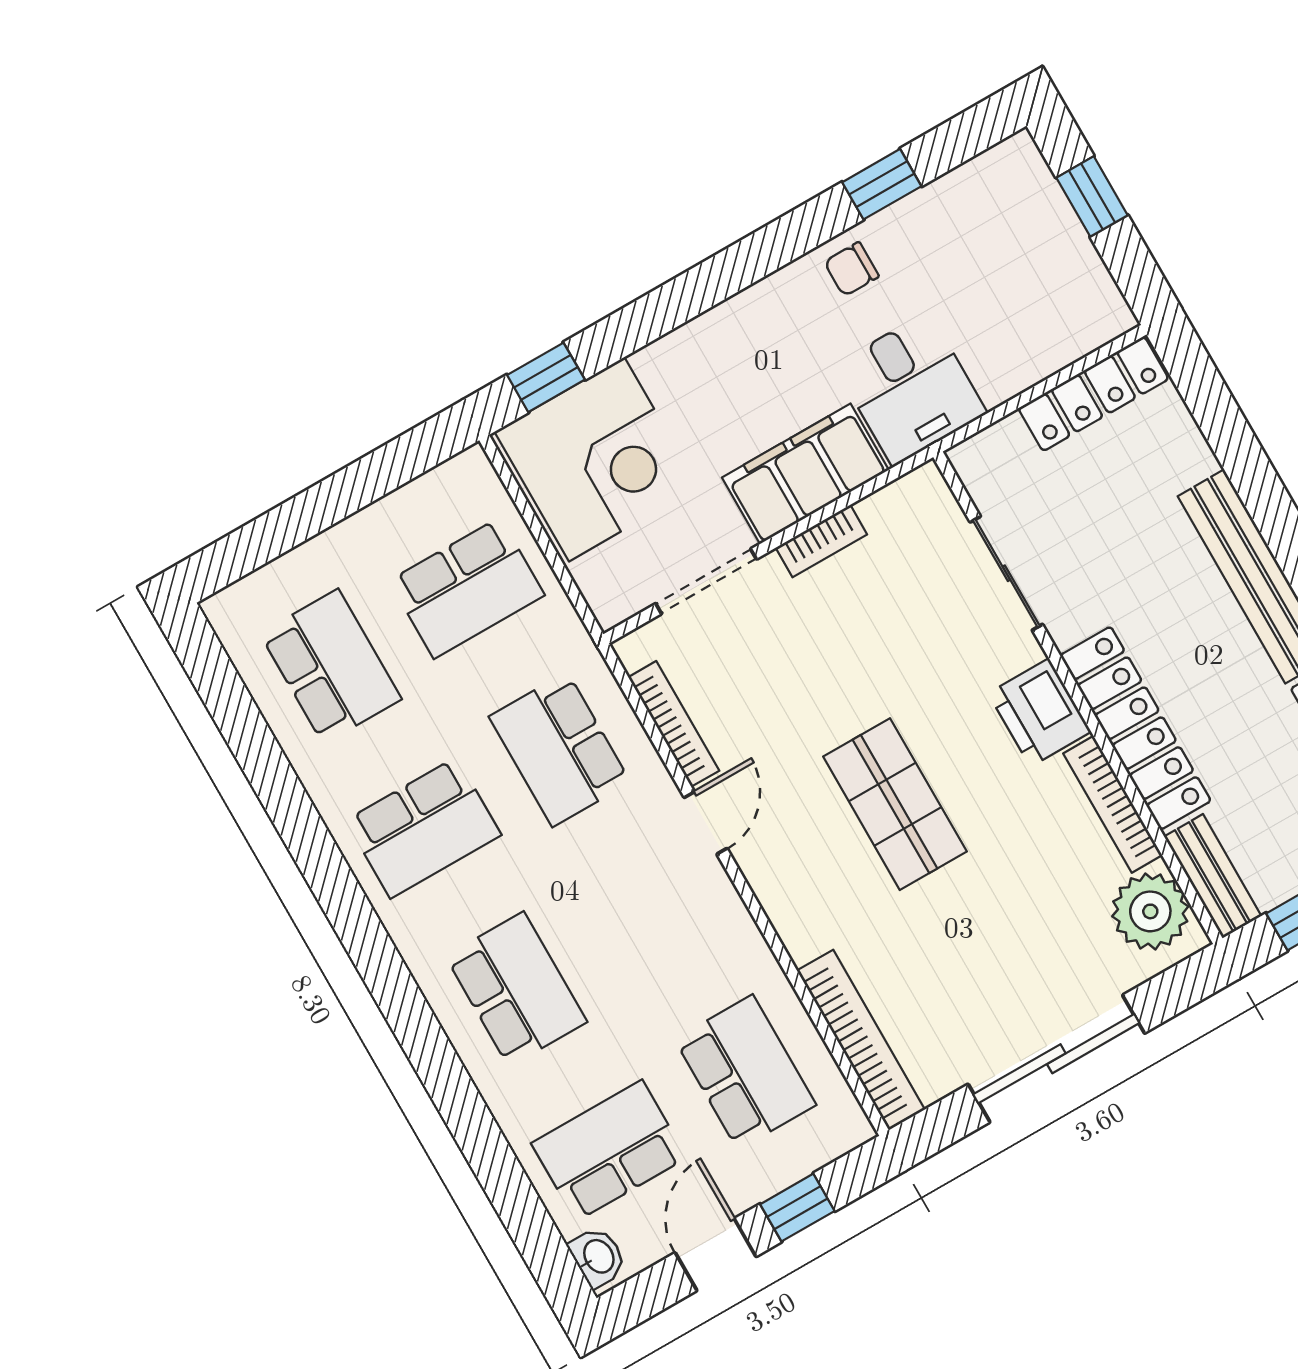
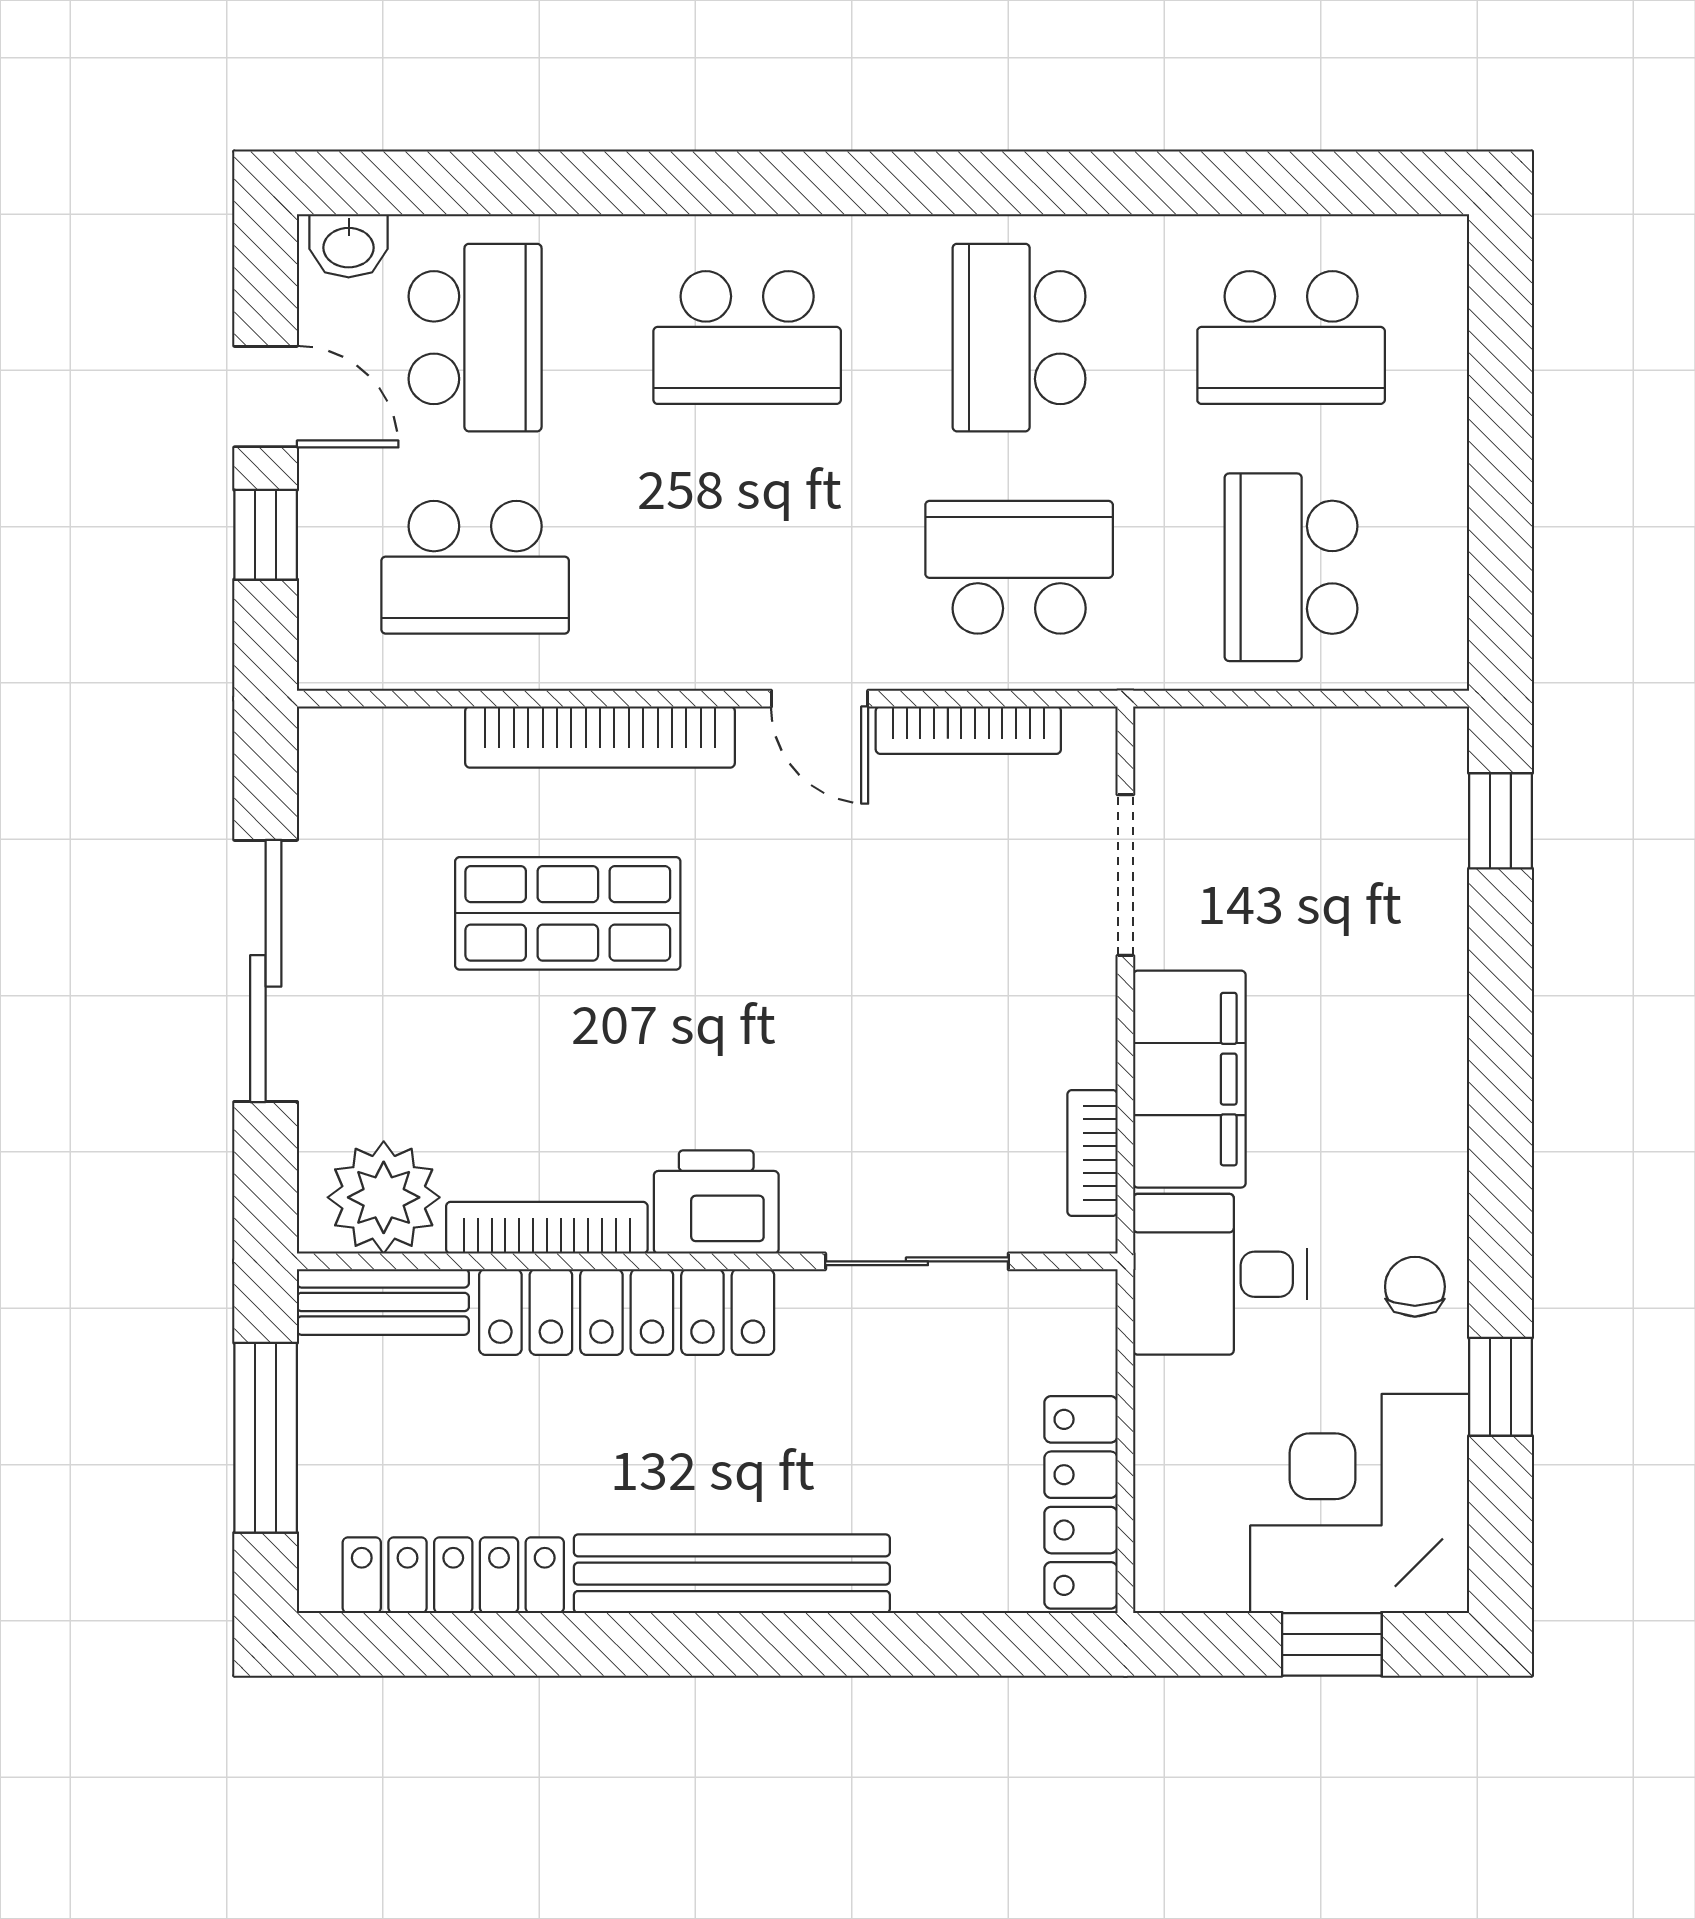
corner desk: (597, 459) -> (1360, 1503), moved, turned 90
bookcase: (821, 541) -> (1092, 1153), moved
shop shelf: (895, 804) -> (568, 913), moved
bookcase: (861, 1040) -> (600, 737), moved

